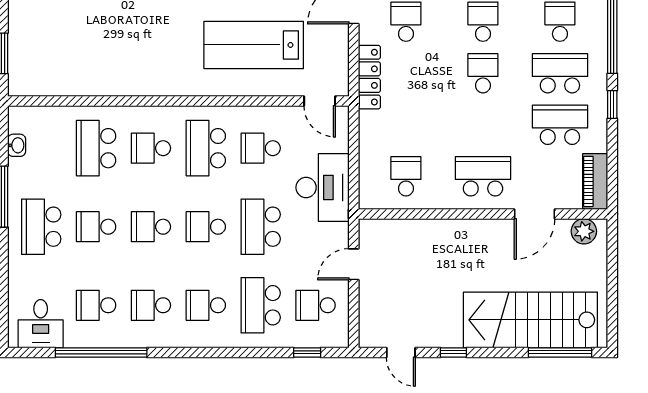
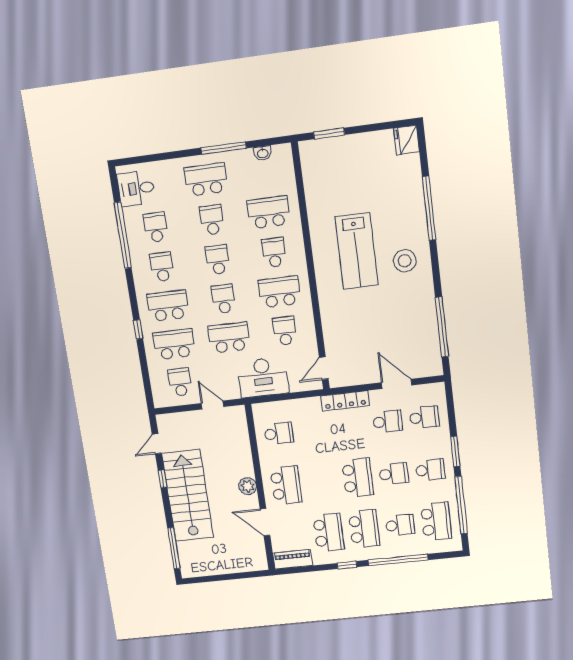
lab bench: (254, 45) -> (357, 251), moved, turned 180
school desk: (483, 73) -> (358, 478), width x1.85
plant: (584, 231) -> (248, 486), moved
school desk: (206, 305) -> (168, 306), width x1.85
stairs: (530, 320) -> (188, 496), moved
window: (307, 352) -> (138, 329), moved

